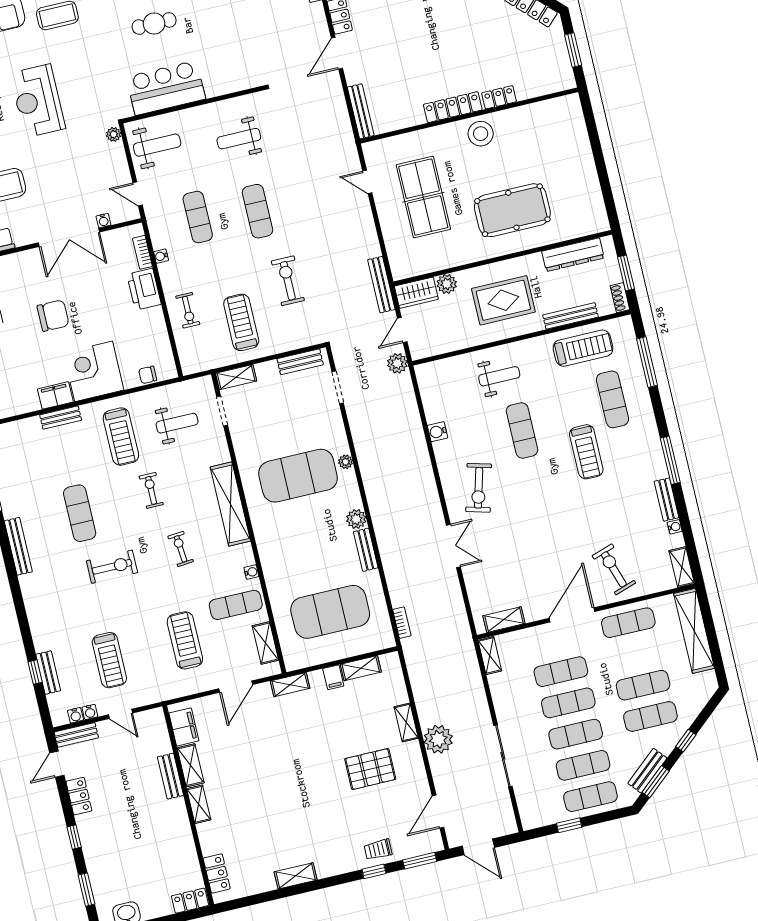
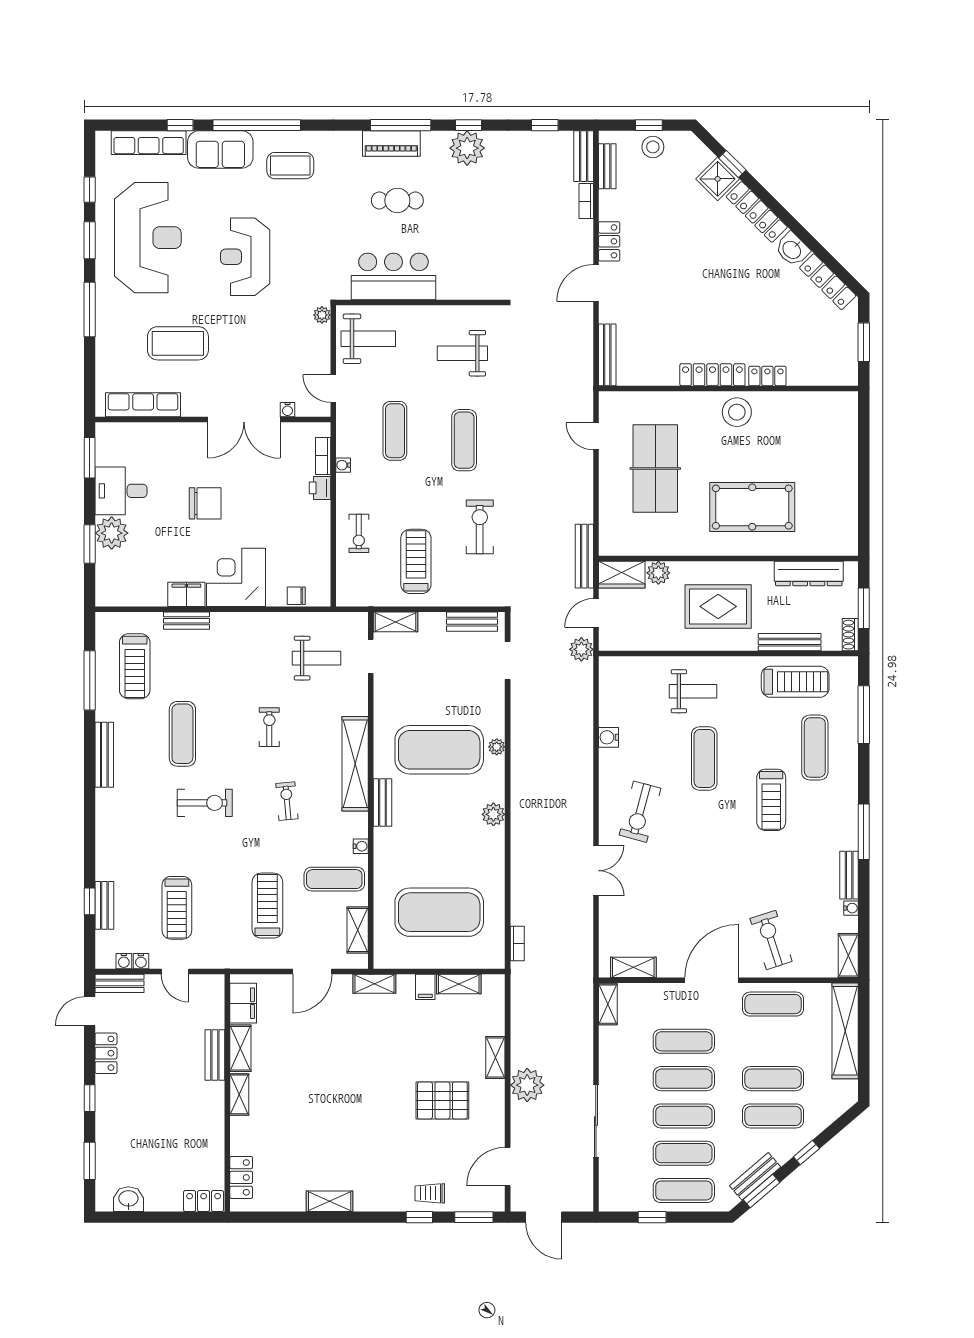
printer: (144, 289) -> (320, 488), width x0.53, depth x0.68
treadmill: (121, 437) -> (135, 666), moved
bench: (366, 550) -> (382, 802), moved

